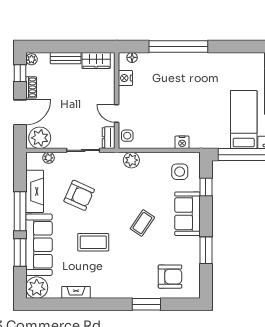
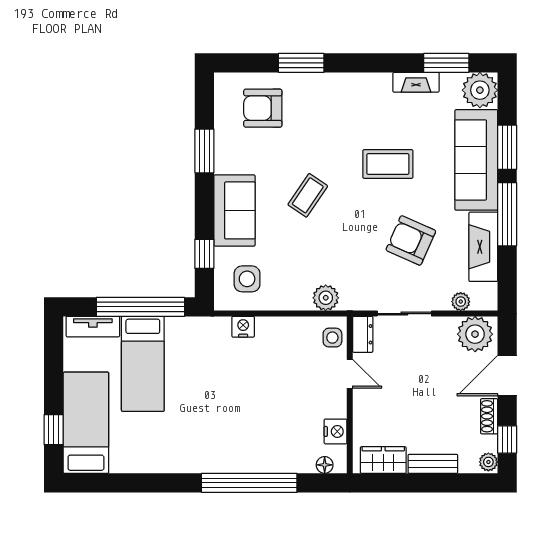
window: (57, 304) -> (446, 63), added

